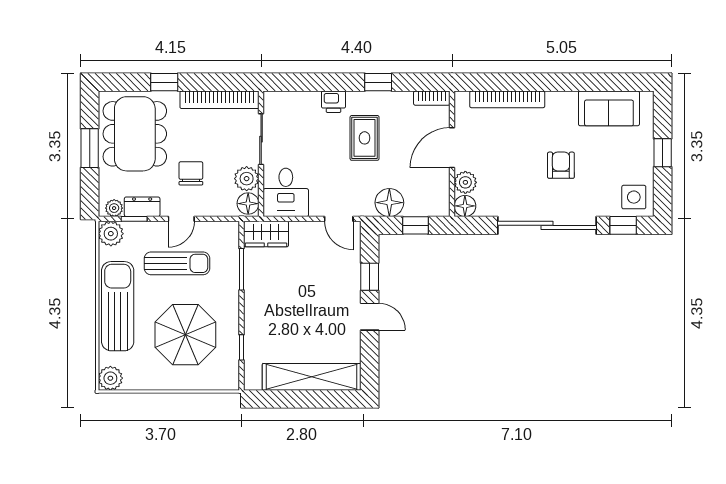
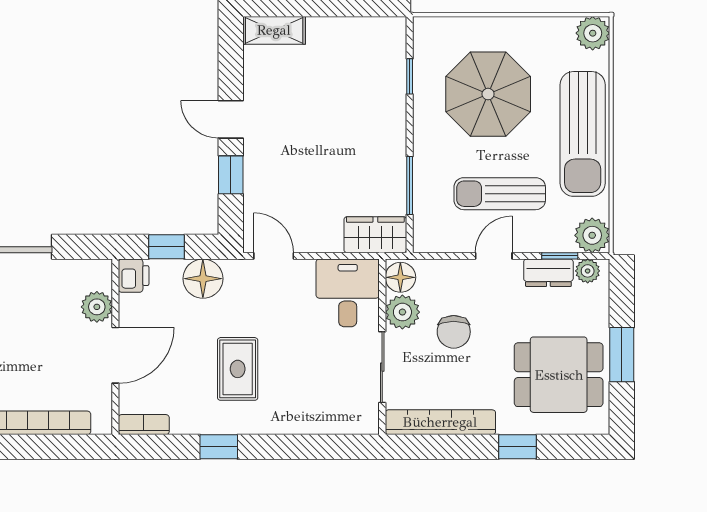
printer: (334, 102) -> (134, 276), moved, turned 90
dining table: (135, 134) -> (559, 375), width x0.73
chair: (191, 173) -> (454, 332), moved
floor lamp: (465, 206) -> (97, 274), removed
shelving: (312, 377) -> (274, 30), width x0.45, depth x0.75

